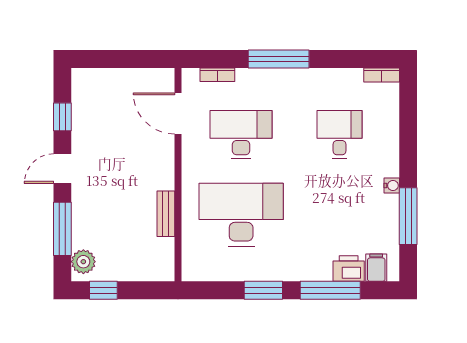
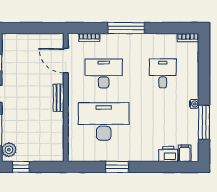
bench: (166, 214) -> (59, 98), moved
window: (330, 290) -> (157, 167), removed

